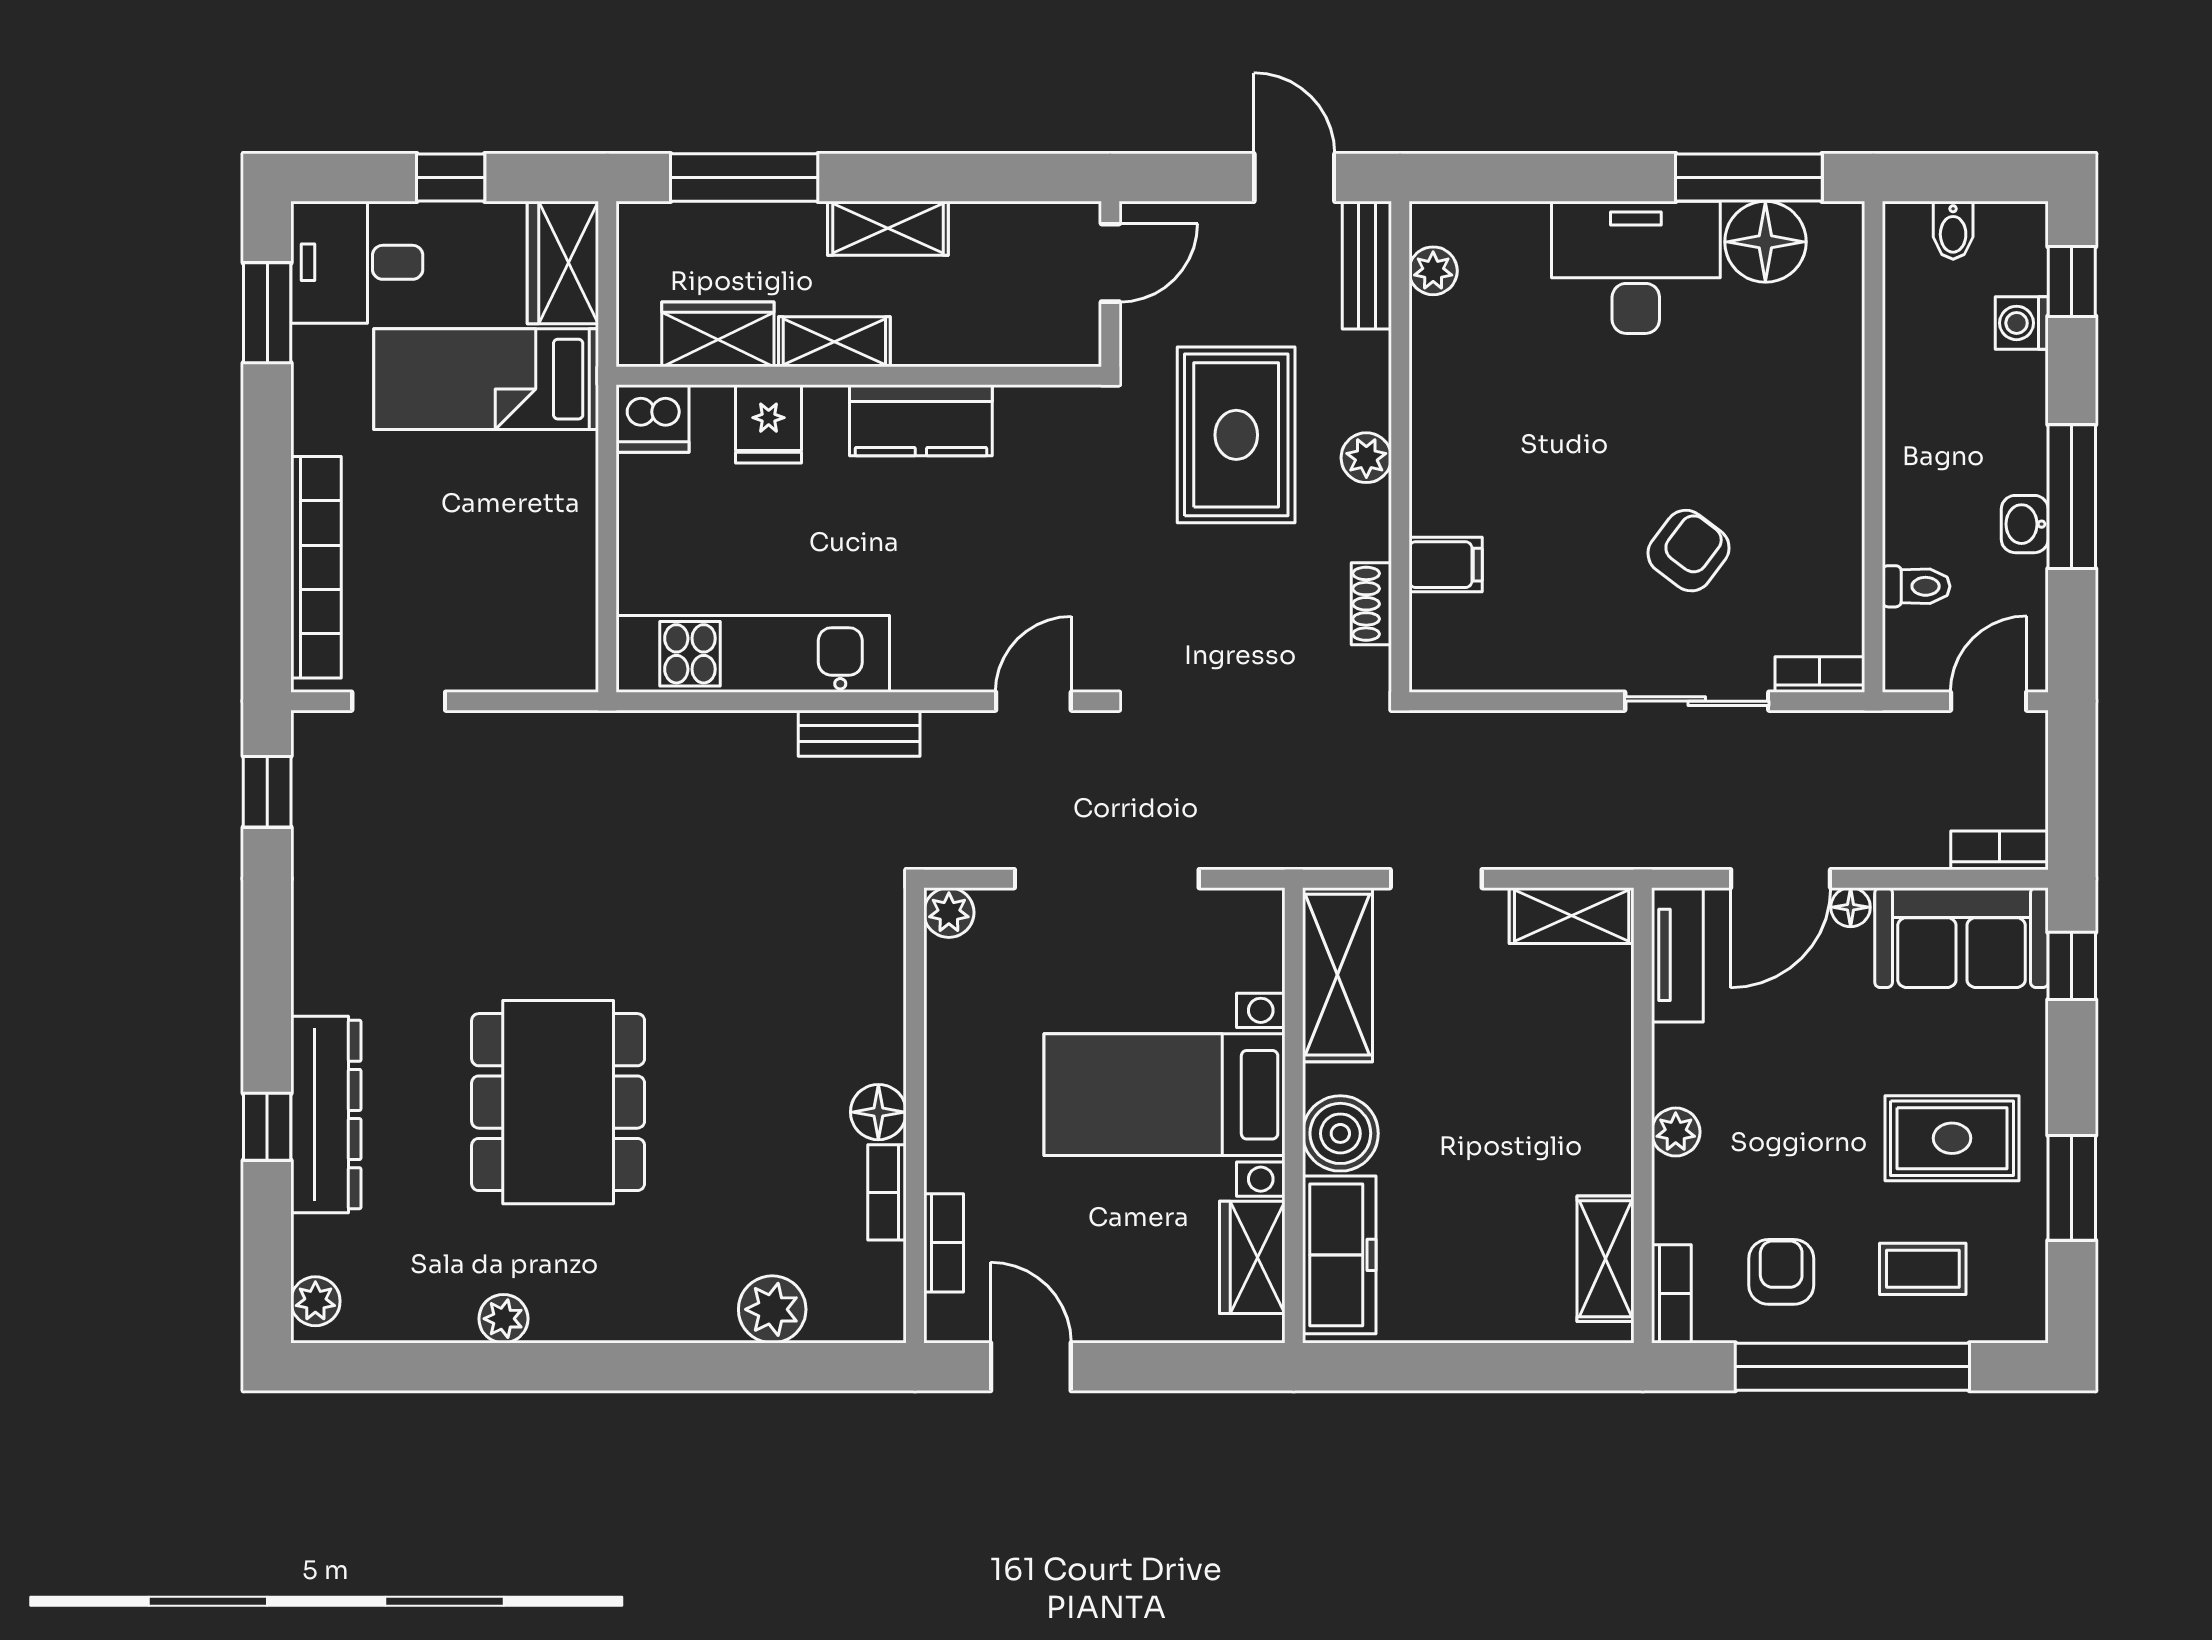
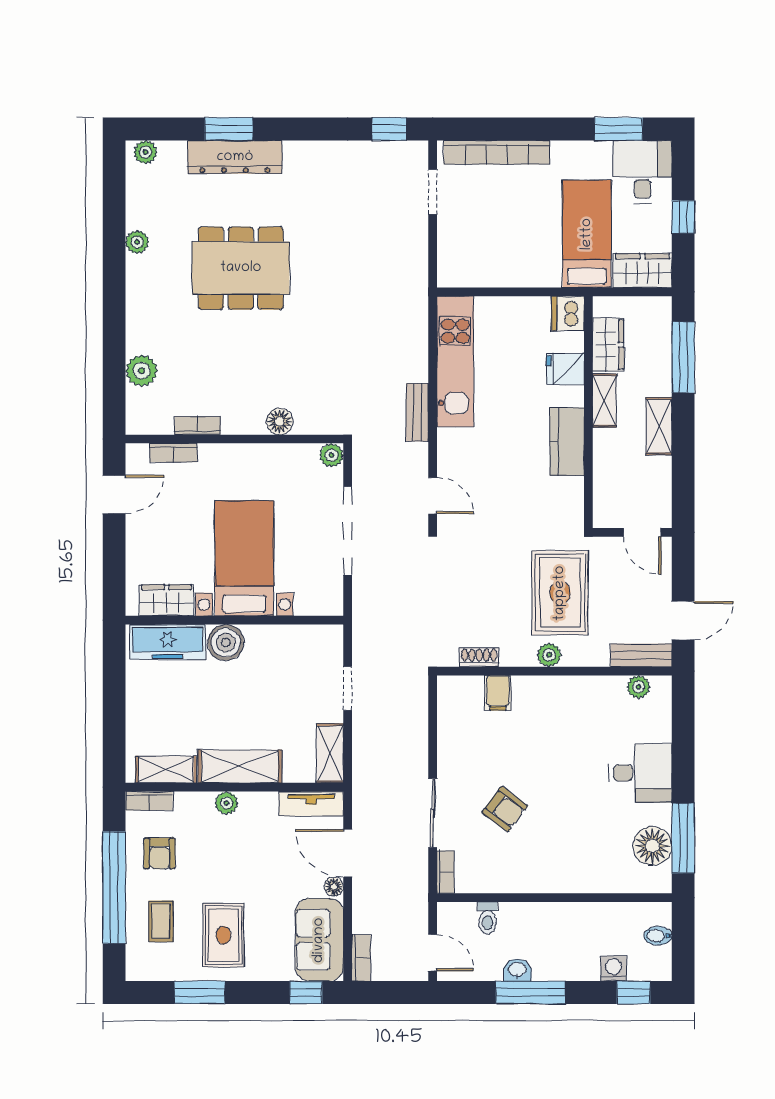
desk: (1636, 267) -> (640, 773), width x0.73
rug: (1236, 435) -> (560, 593), turned 90
shelving: (1337, 975) -> (240, 766), moved
floor lamp: (878, 1112) -> (280, 421), moved
window: (267, 1127) -> (229, 129), width x1.50
armchair: (1781, 1272) -> (159, 853), turned 90

